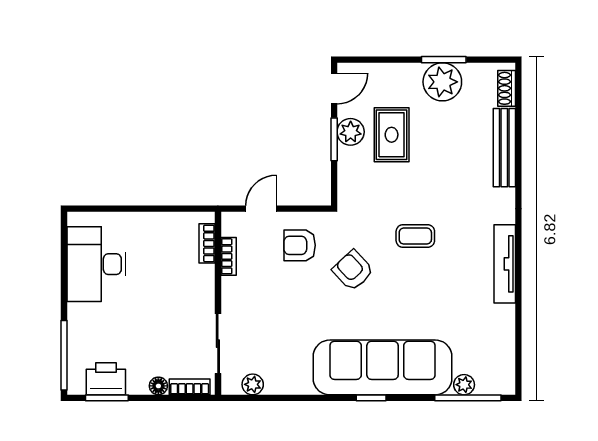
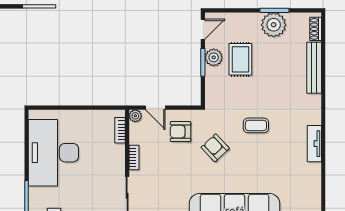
door: (261, 209) -> (155, 108), swing flipped
plant: (231, 221) -> (135, 116), added
bookcase: (229, 256) -> (134, 157), moved
desk: (96, 264) -> (53, 153), width x1.36, depth x1.30
tv unit: (505, 264) -> (314, 144), width x0.71

